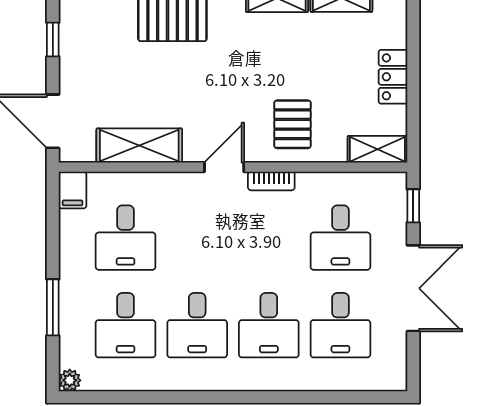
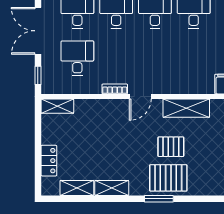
locker: (393, 77) -> (49, 161), moved
pallet: (292, 124) -> (171, 147), moved, turned 90
desk: (126, 238) -> (194, 58), removed

